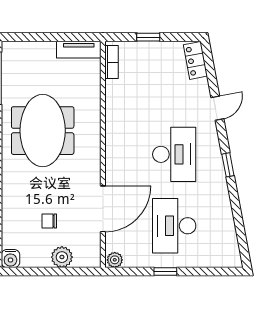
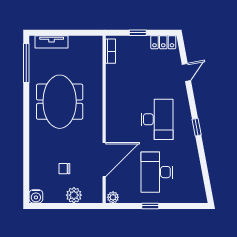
tv unit: (79, 50) -> (52, 42), moved
locker: (195, 60) -> (163, 42), moved, turned -79
door: (217, 108) -> (186, 72), moved

